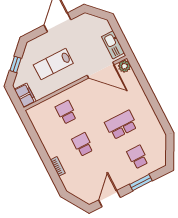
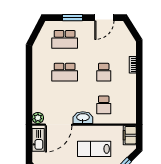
lab bench: (53, 64) -> (94, 149), turned 180
door: (101, 70) -> (59, 125), swing flipped
washbasin: (80, 89) -> (83, 118), added
school desk: (138, 157) -> (65, 39), width x1.85

